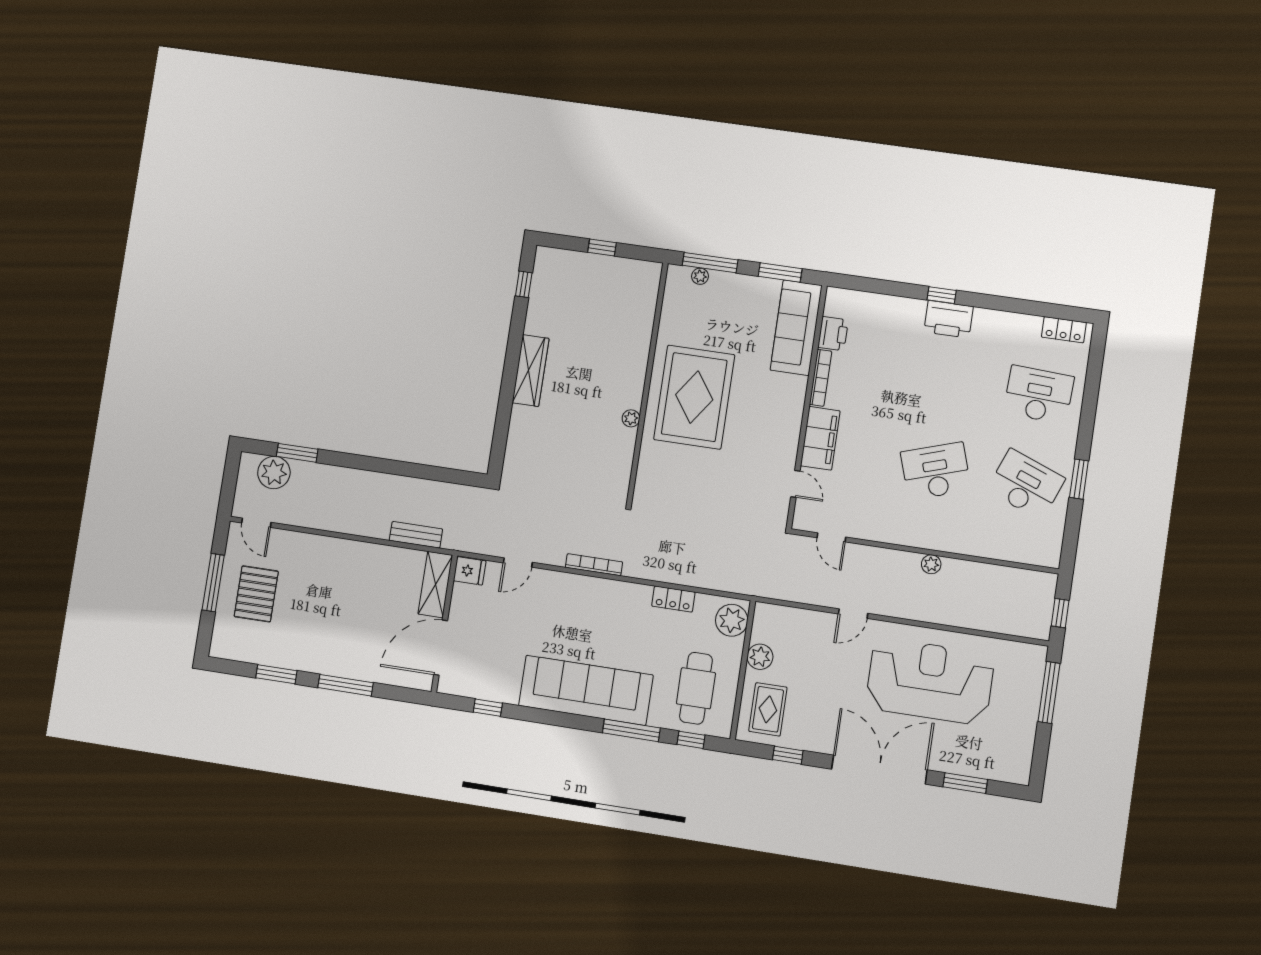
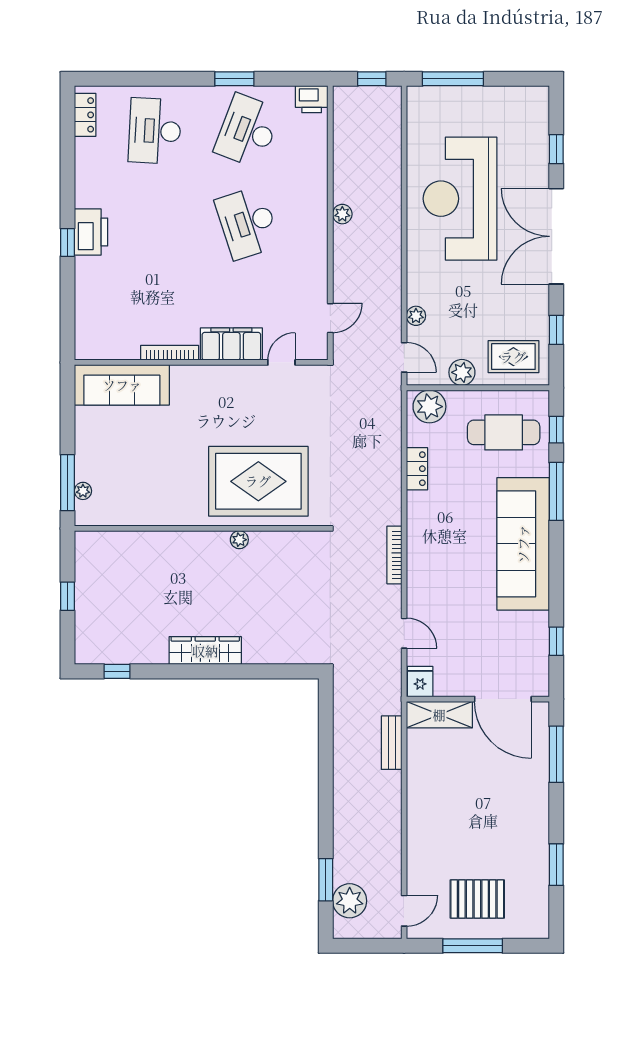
window: (780, 272) -> (67, 410), removed
printer: (833, 334) -> (312, 99), moved, turned 180
rug: (694, 397) -> (258, 481), moved
door: (853, 614) -> (404, 357), moved
plant: (822, 621) -> (416, 316), added
window: (346, 685) -> (556, 754), moved
window: (965, 783) -> (556, 149), width x0.67

